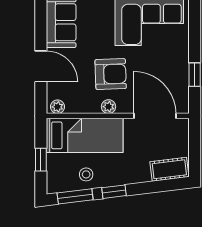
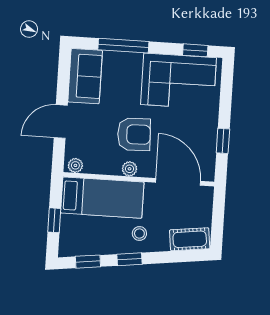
door: (41, 66) -> (61, 122), swing flipped
stool: (86, 174) -> (139, 234), moved
window: (75, 196) -> (88, 262), width x0.67

